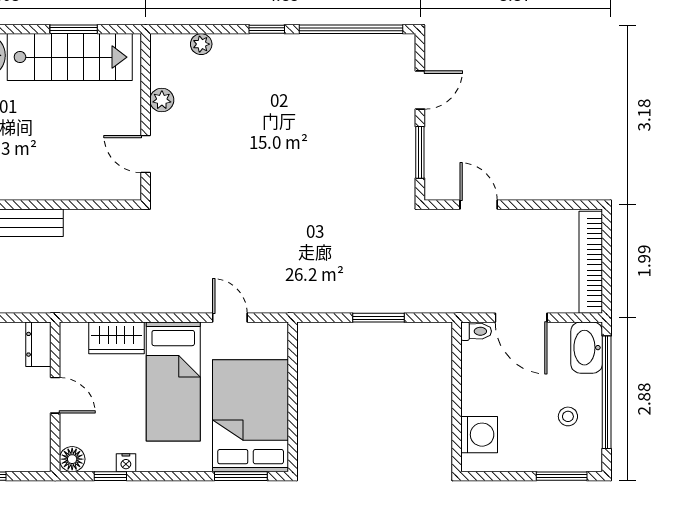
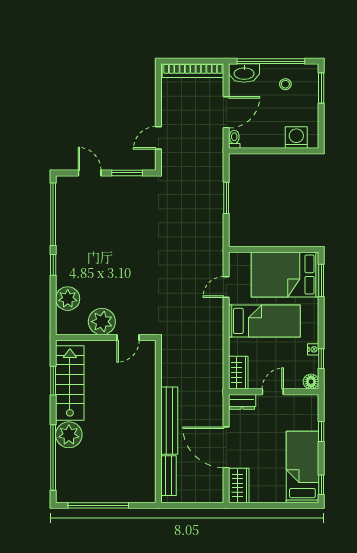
plant: (201, 44) -> (68, 299), width x1.87, depth x1.87
plant: (162, 100) -> (102, 322), width x1.88, depth x1.88
wardrobe: (117, 338) -> (238, 373), moved

